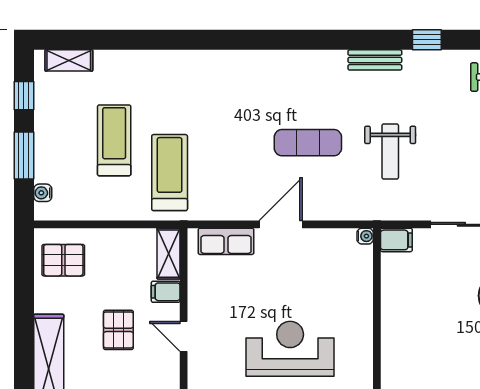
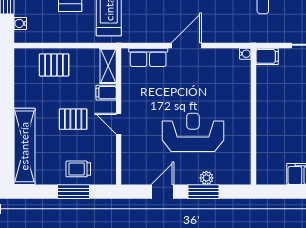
pallet: (63, 260) -> (54, 65), moved
pallet: (118, 330) -> (73, 119), turned 90

